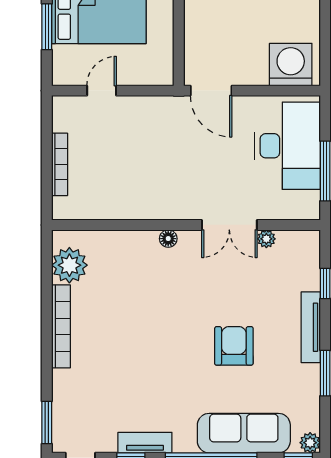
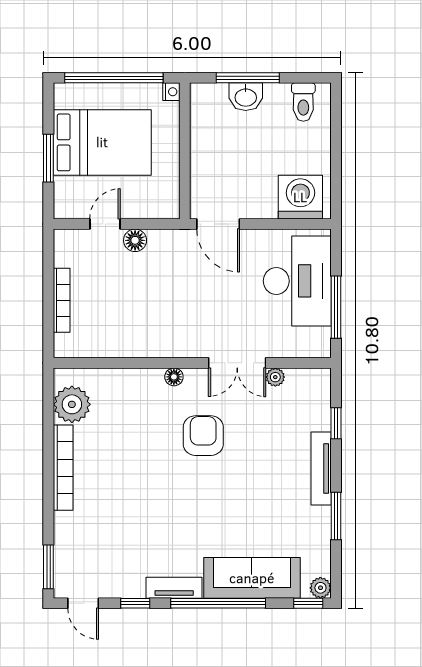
floor lamp: (131, 106) -> (135, 240), added
armchair: (234, 346) -> (203, 436), moved
tv unit: (145, 443) -> (174, 588), moved

